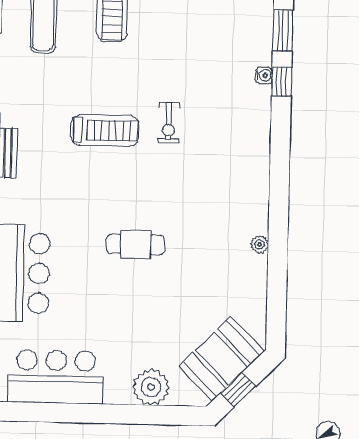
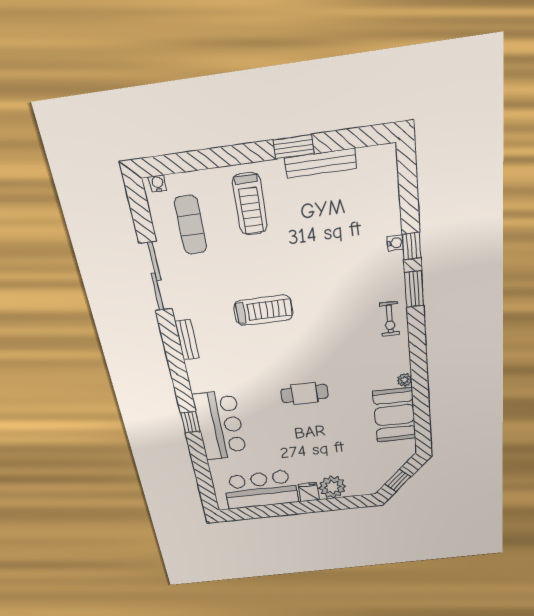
window: (283, 31) -> (414, 289), moved
exercise bike: (169, 123) -> (390, 319), moved
booth: (222, 359) -> (395, 415), moved, turned -45
fridge: (119, 390) -> (309, 492), added

